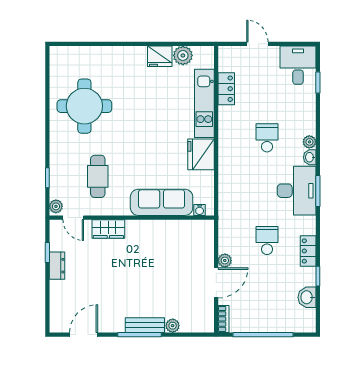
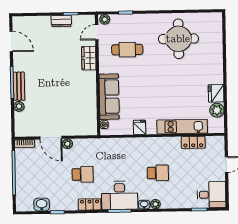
fridge: (201, 154) -> (139, 127), width x0.53, depth x0.75
locker: (308, 251) -> (90, 204), moved

